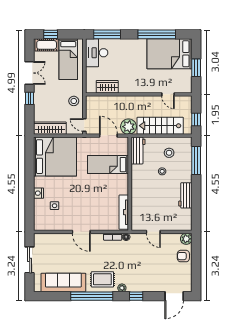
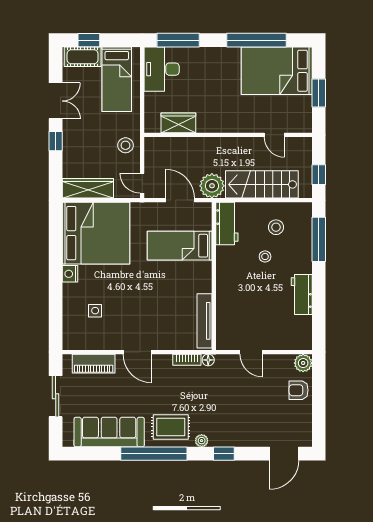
nightstand: (39, 193) -> (70, 274), moved
piano: (54, 239) -> (94, 364), added

